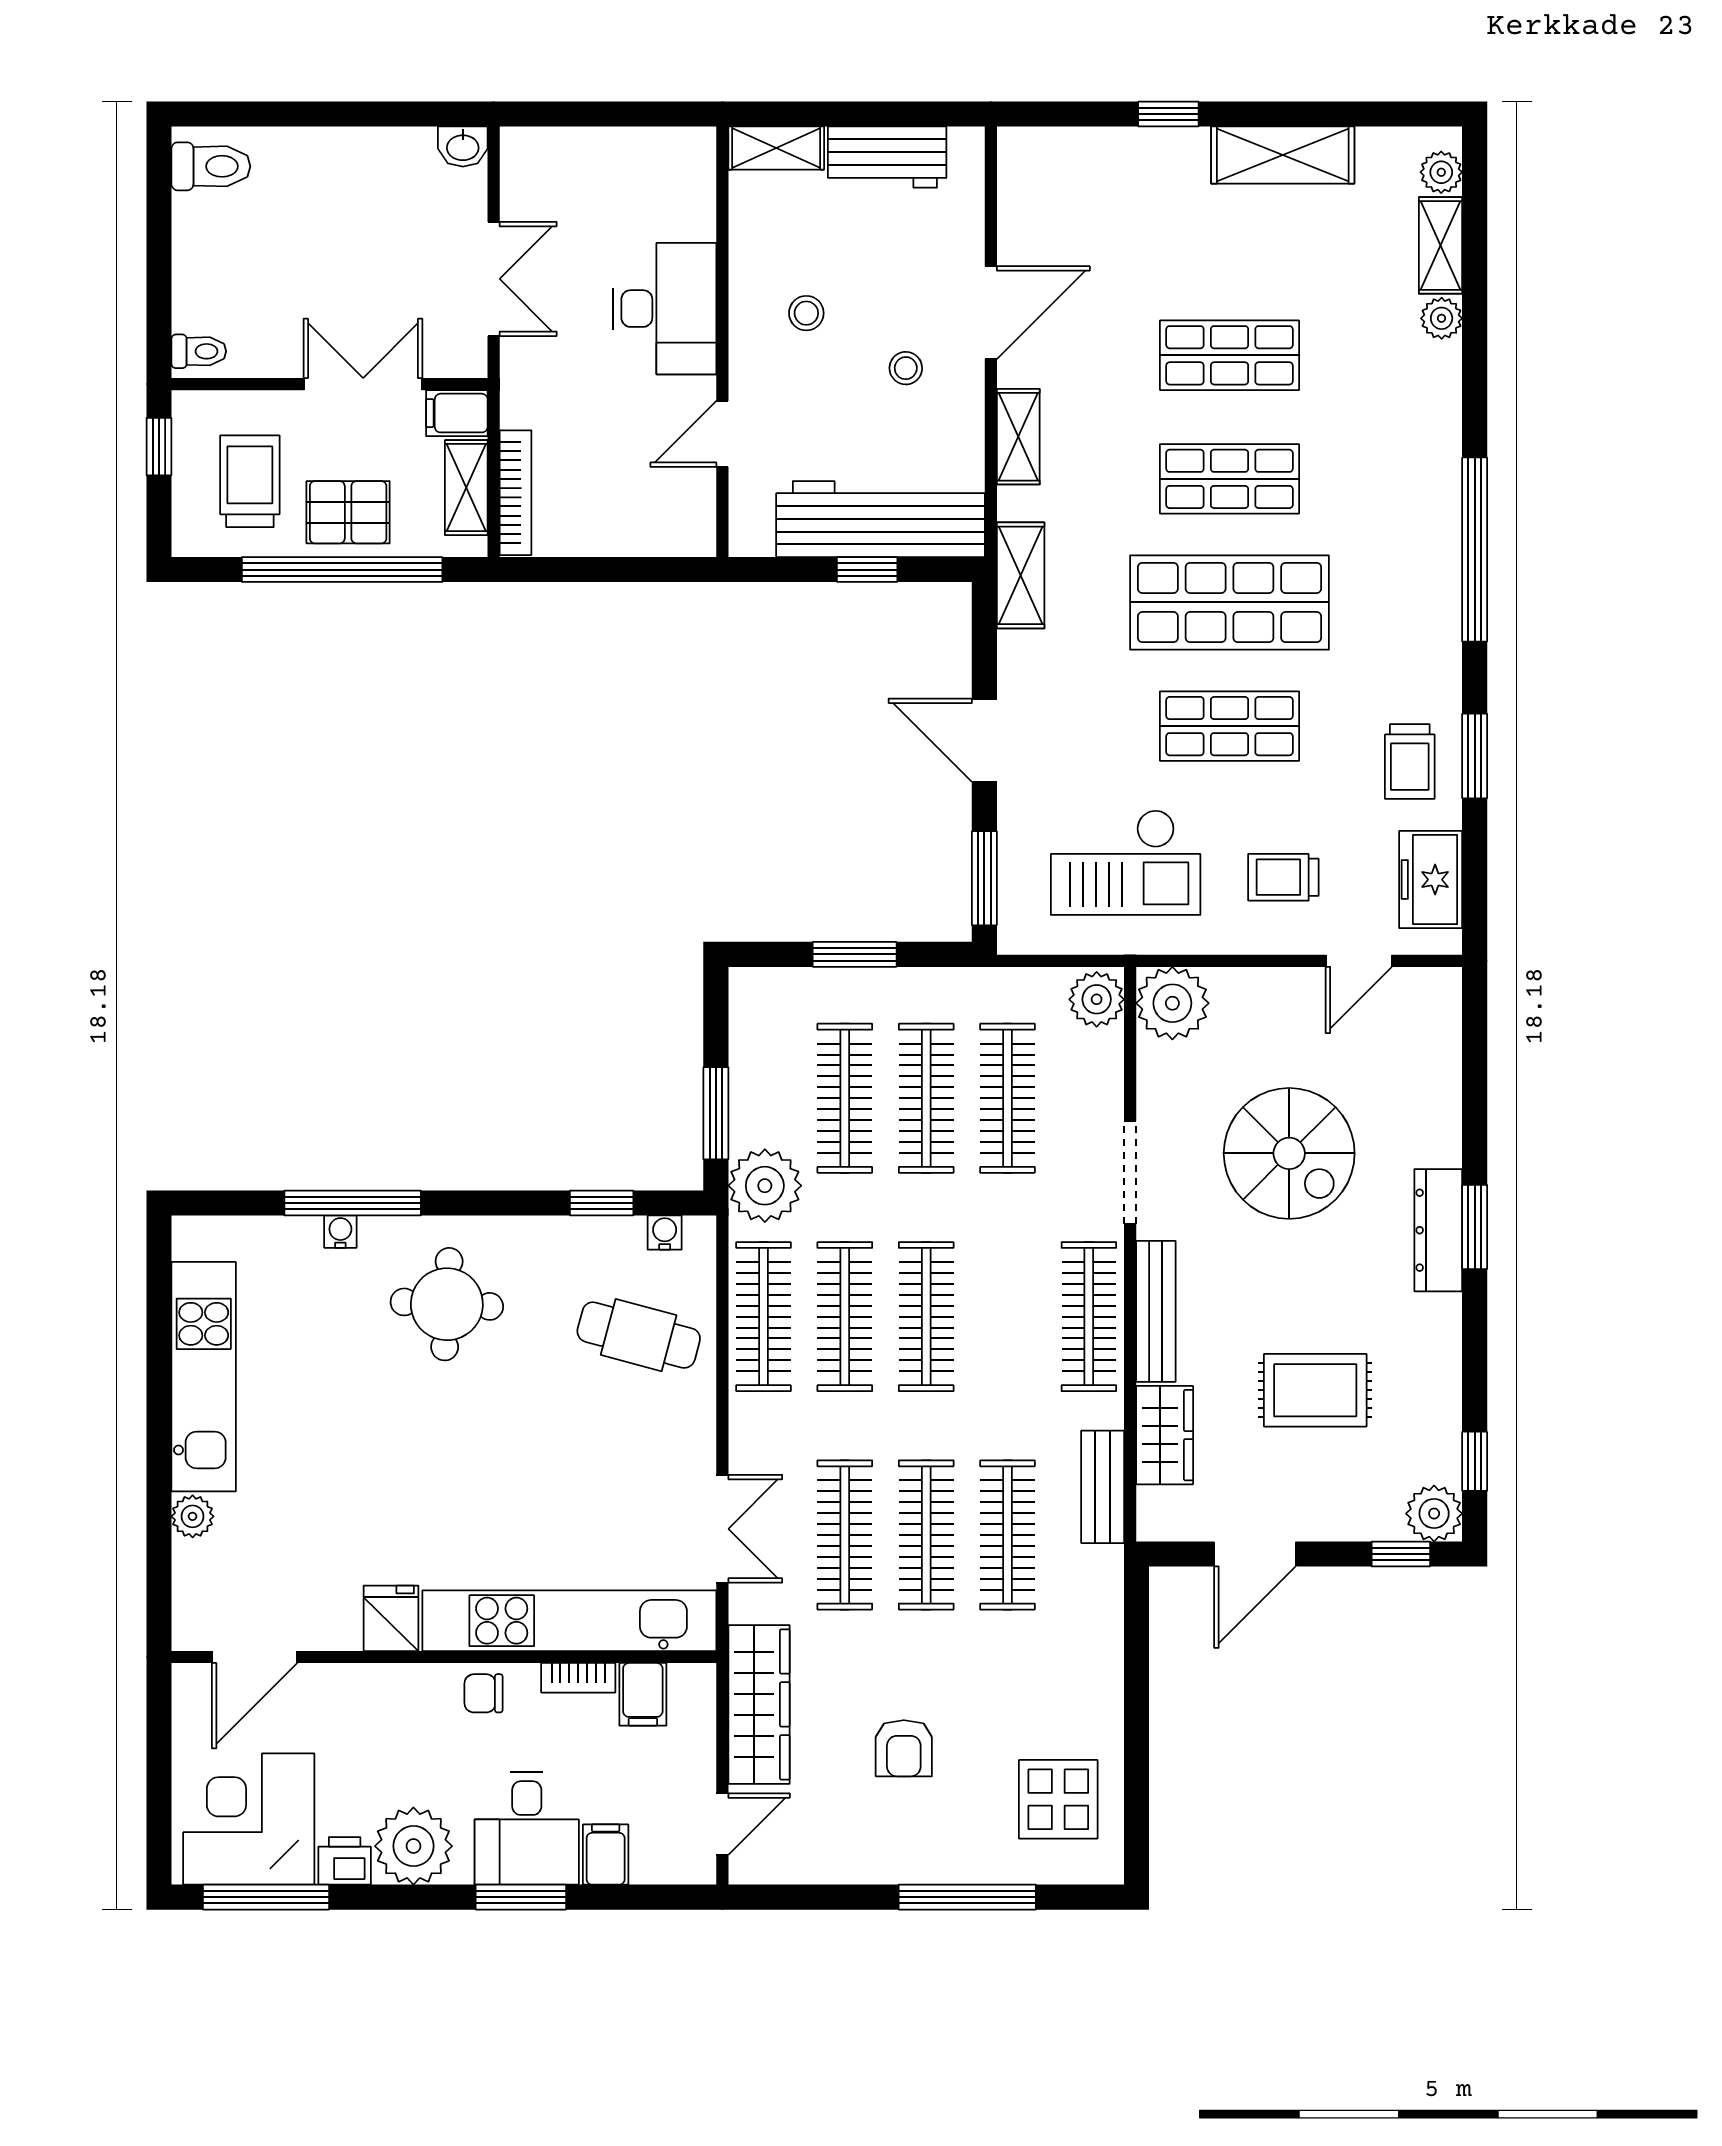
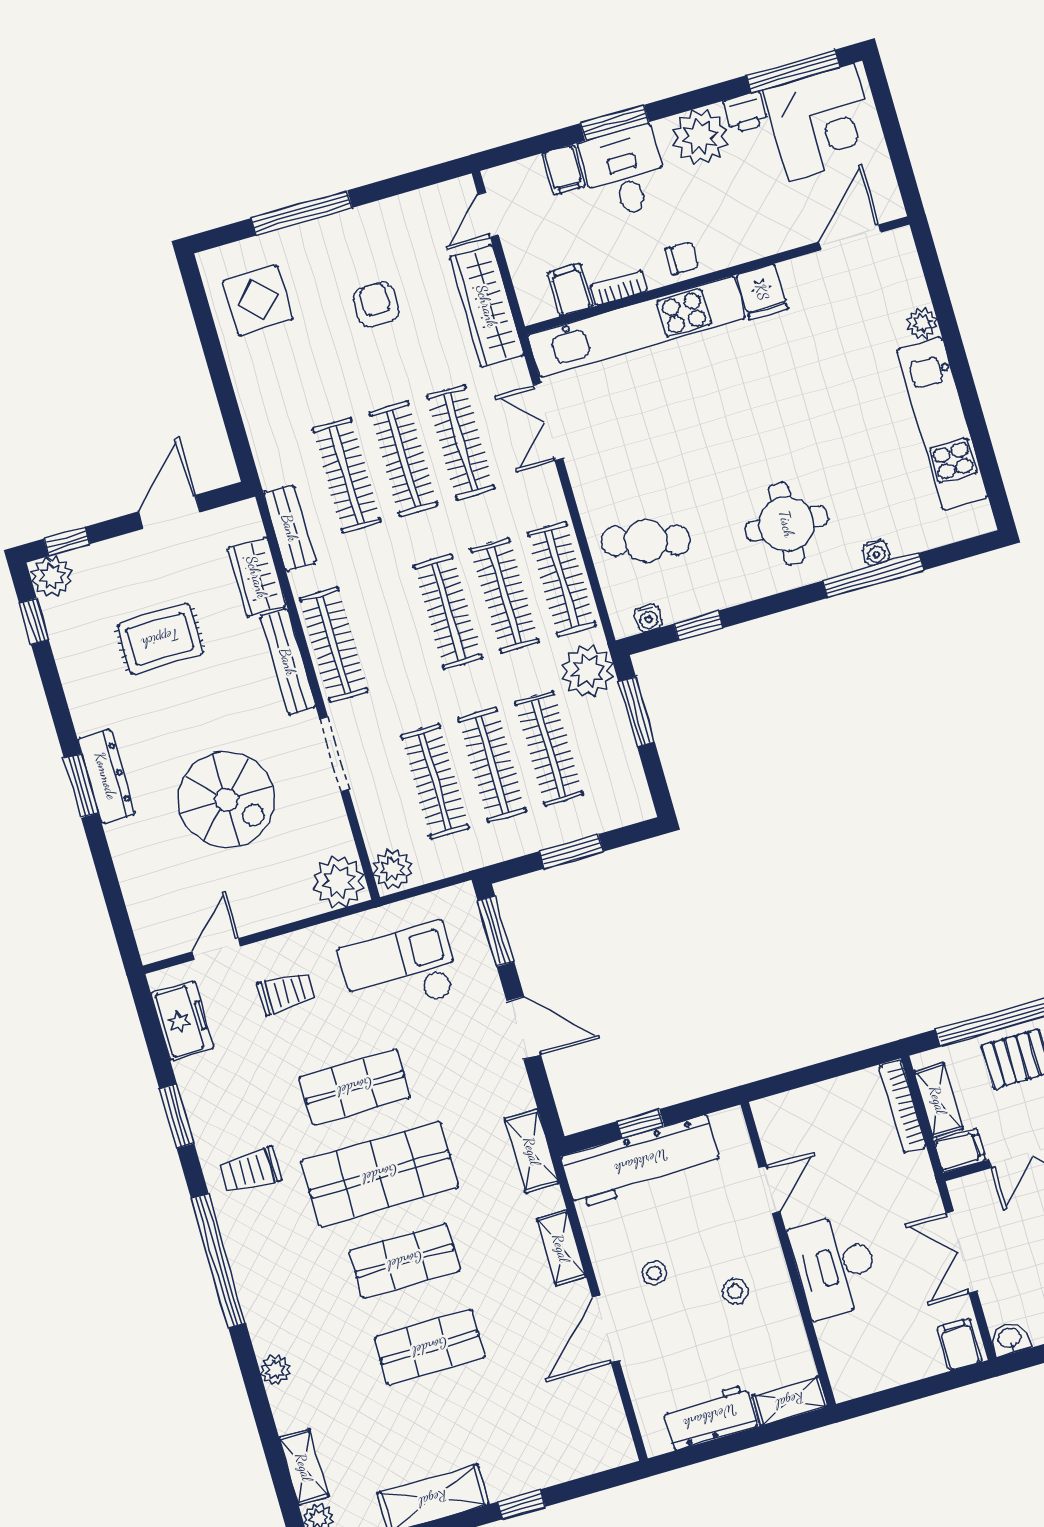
filing cabinet: (531, 158) -> (960, 1344), added
plant: (1442, 318) -> (275, 1370), moved
trolley: (1410, 761) -> (250, 1171), moved, turned -90
spiral stairs: (1289, 1153) -> (226, 800), turned 180

